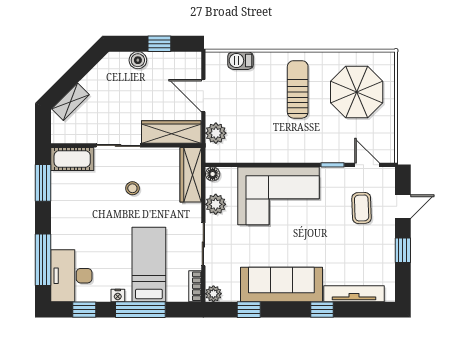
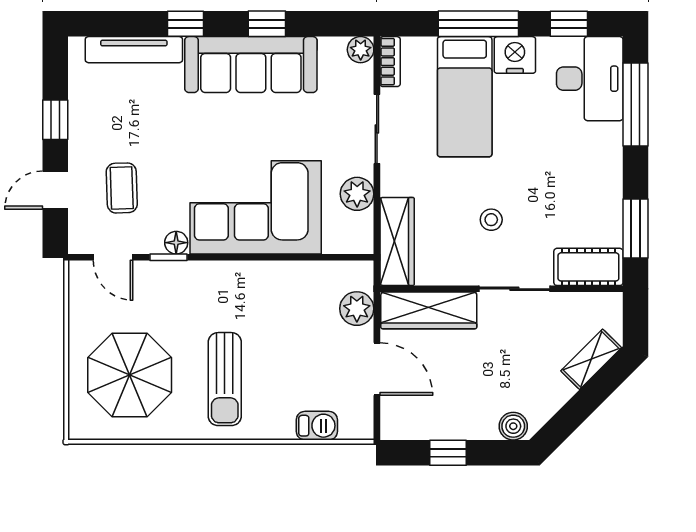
boiler: (138, 60) -> (513, 426), moved
floor lamp: (213, 174) -> (176, 243), moved
nightstand: (118, 295) -> (515, 55), width x1.89, depth x1.79
window: (249, 310) -> (267, 24), moved

